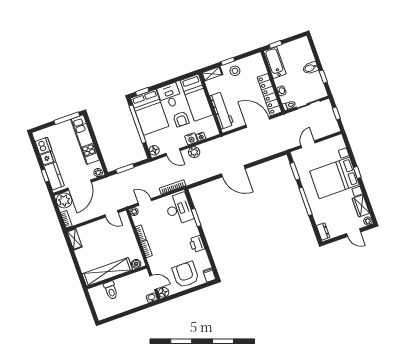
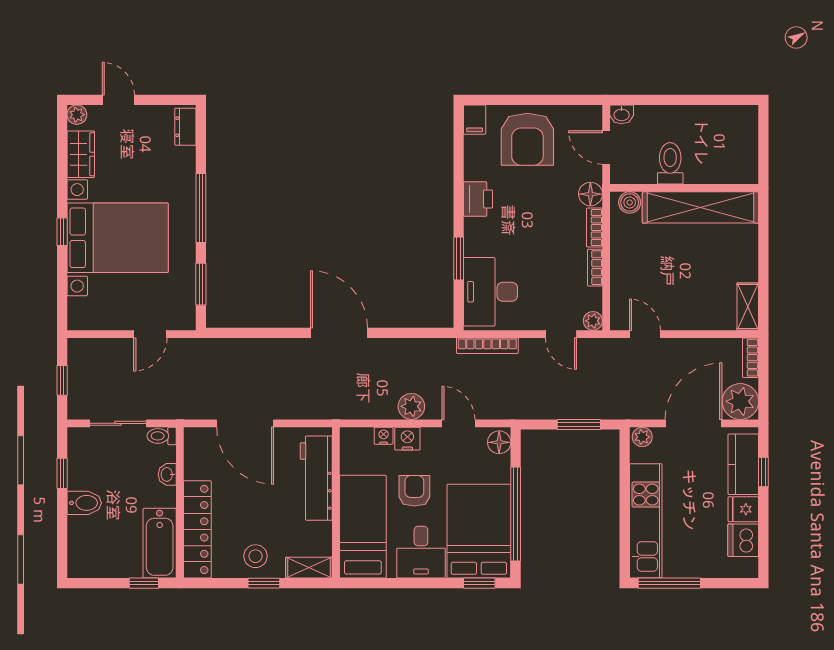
locker: (269, 95) -> (197, 529), moved
toilet: (111, 290) -> (670, 163), moved
floor lamp: (164, 292) -> (590, 194), moved

